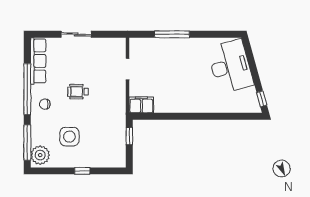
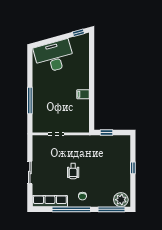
filing cabinet: (141, 105) -> (83, 94), moved, width x0.50
side table: (69, 137) -> (107, 178), removed

